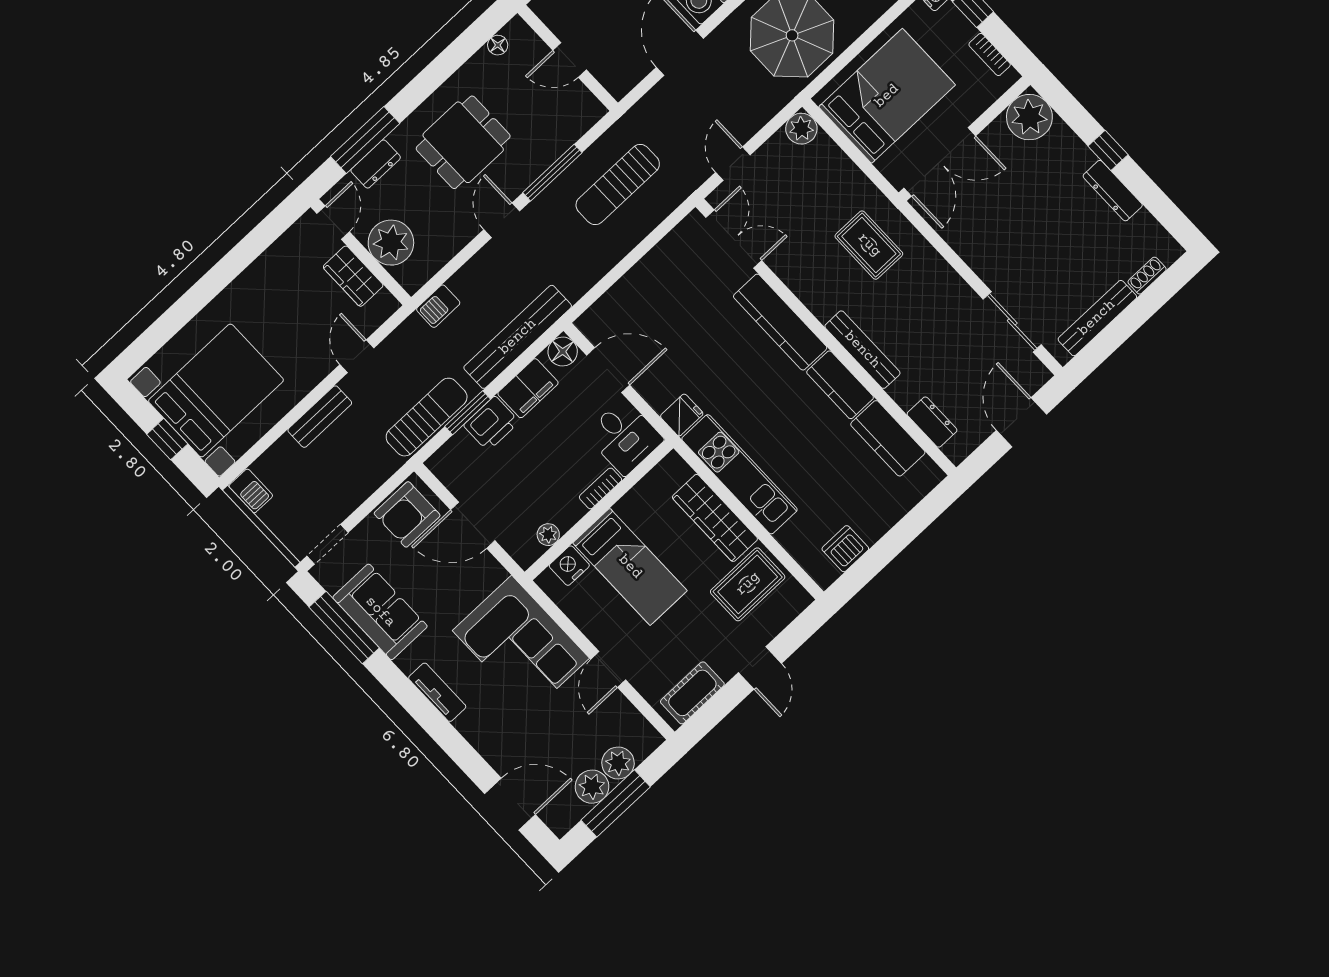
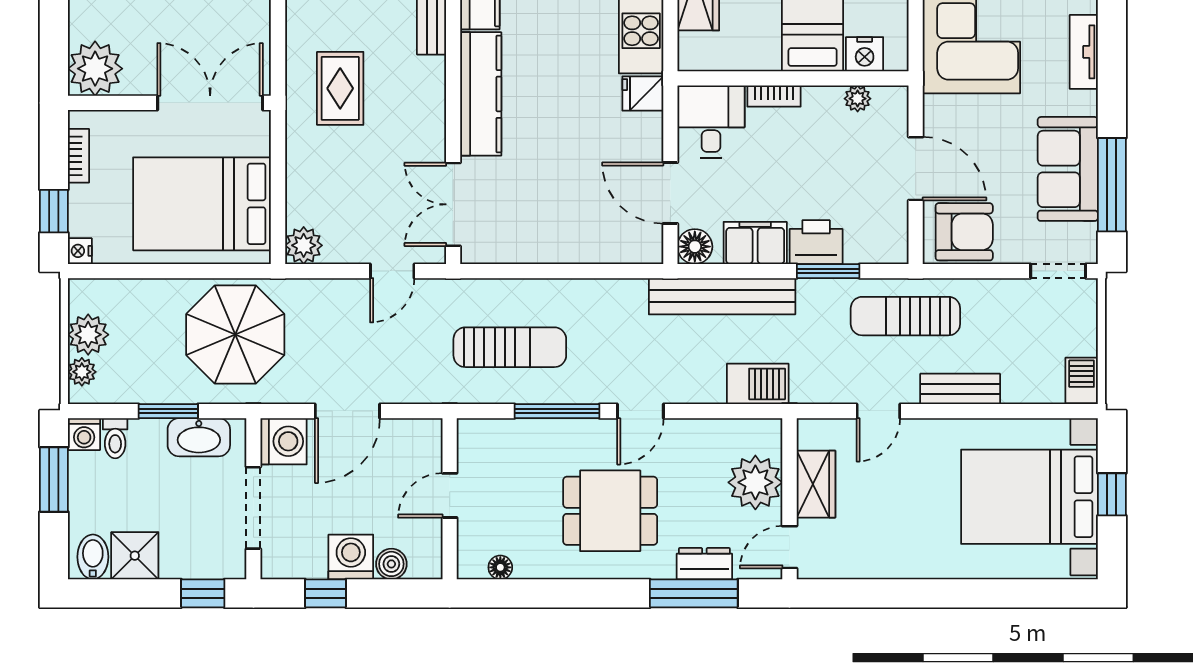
door: (570, 60) -> (450, 495), swing flipped
barbecue: (438, 306) -> (758, 384), width x1.38, depth x1.27
sun lounger: (427, 417) -> (905, 316), moved

